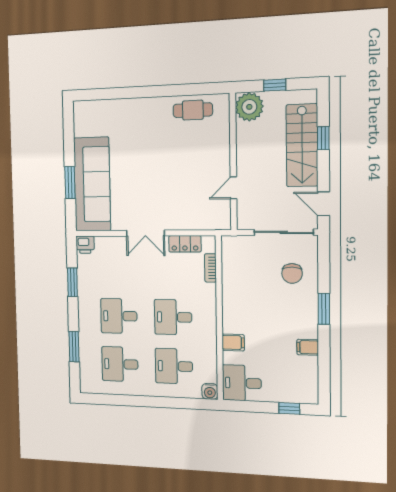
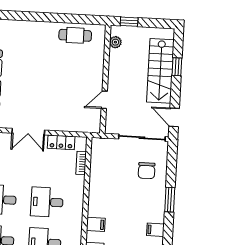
window: (275, 85) -> (129, 22), moved
plant: (249, 107) -> (115, 42), width x0.53, depth x0.53

